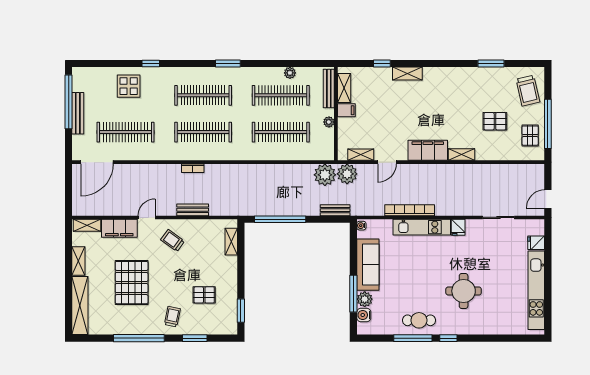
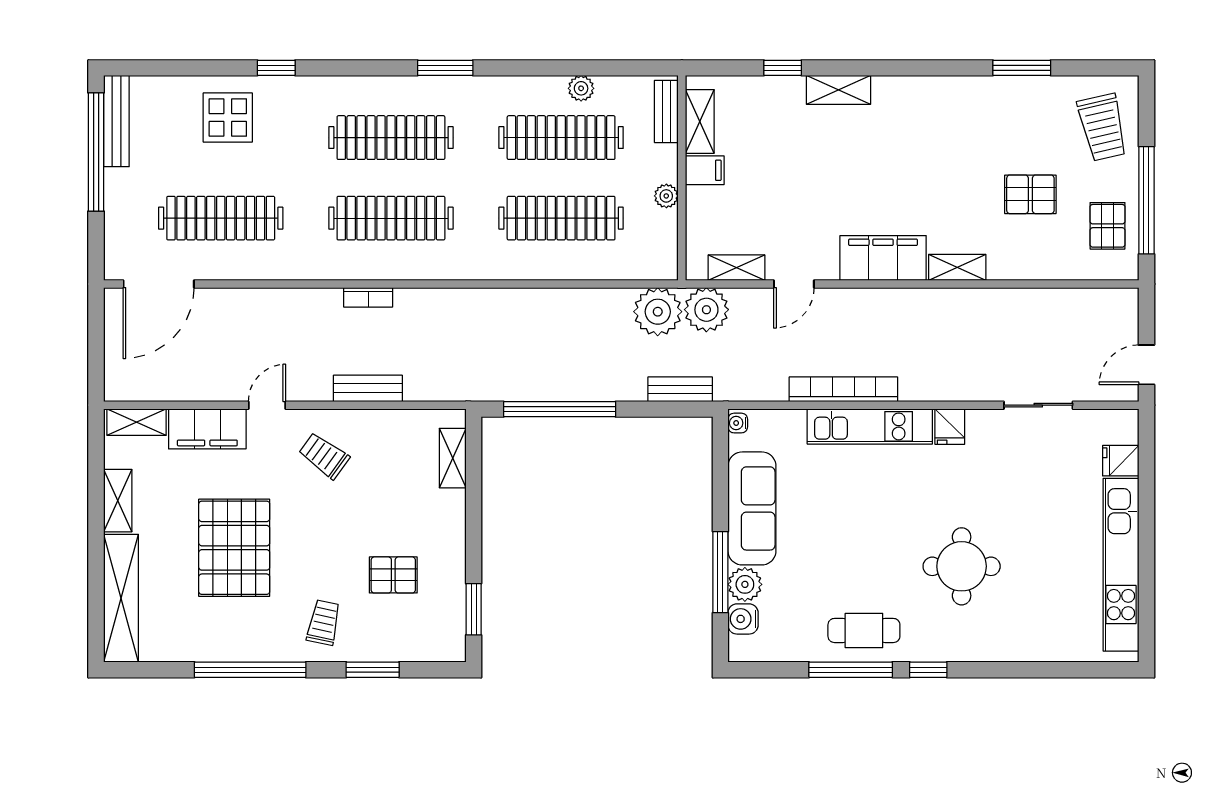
bench: (329, 89) -> (666, 111), width x0.73
bench: (78, 113) -> (116, 121), moved

